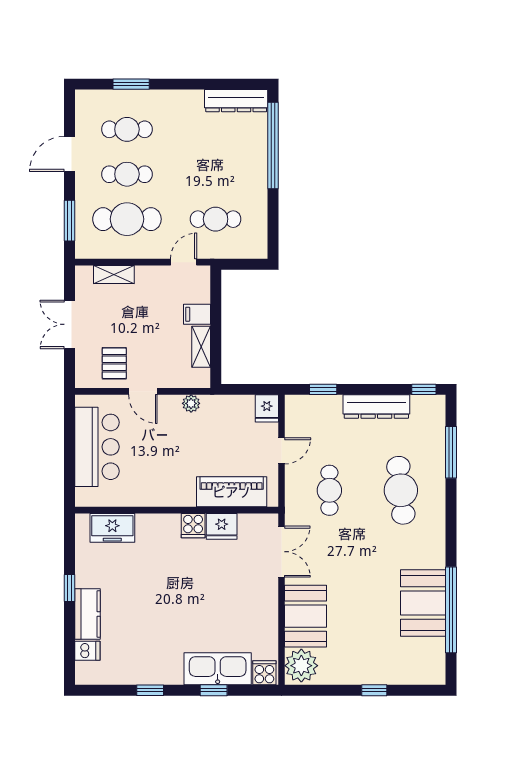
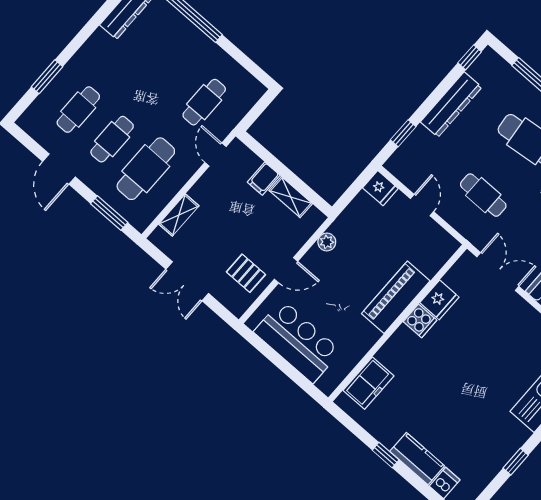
piano: (232, 492) -> (396, 297), moved

